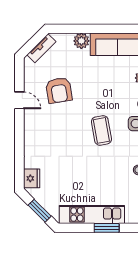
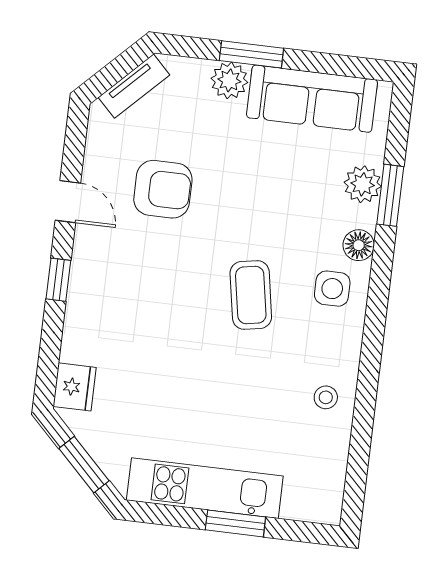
window: (89, 29) -> (251, 54), added
armchair: (59, 90) -> (163, 189), turned -81
window: (19, 134) -> (58, 280), added

